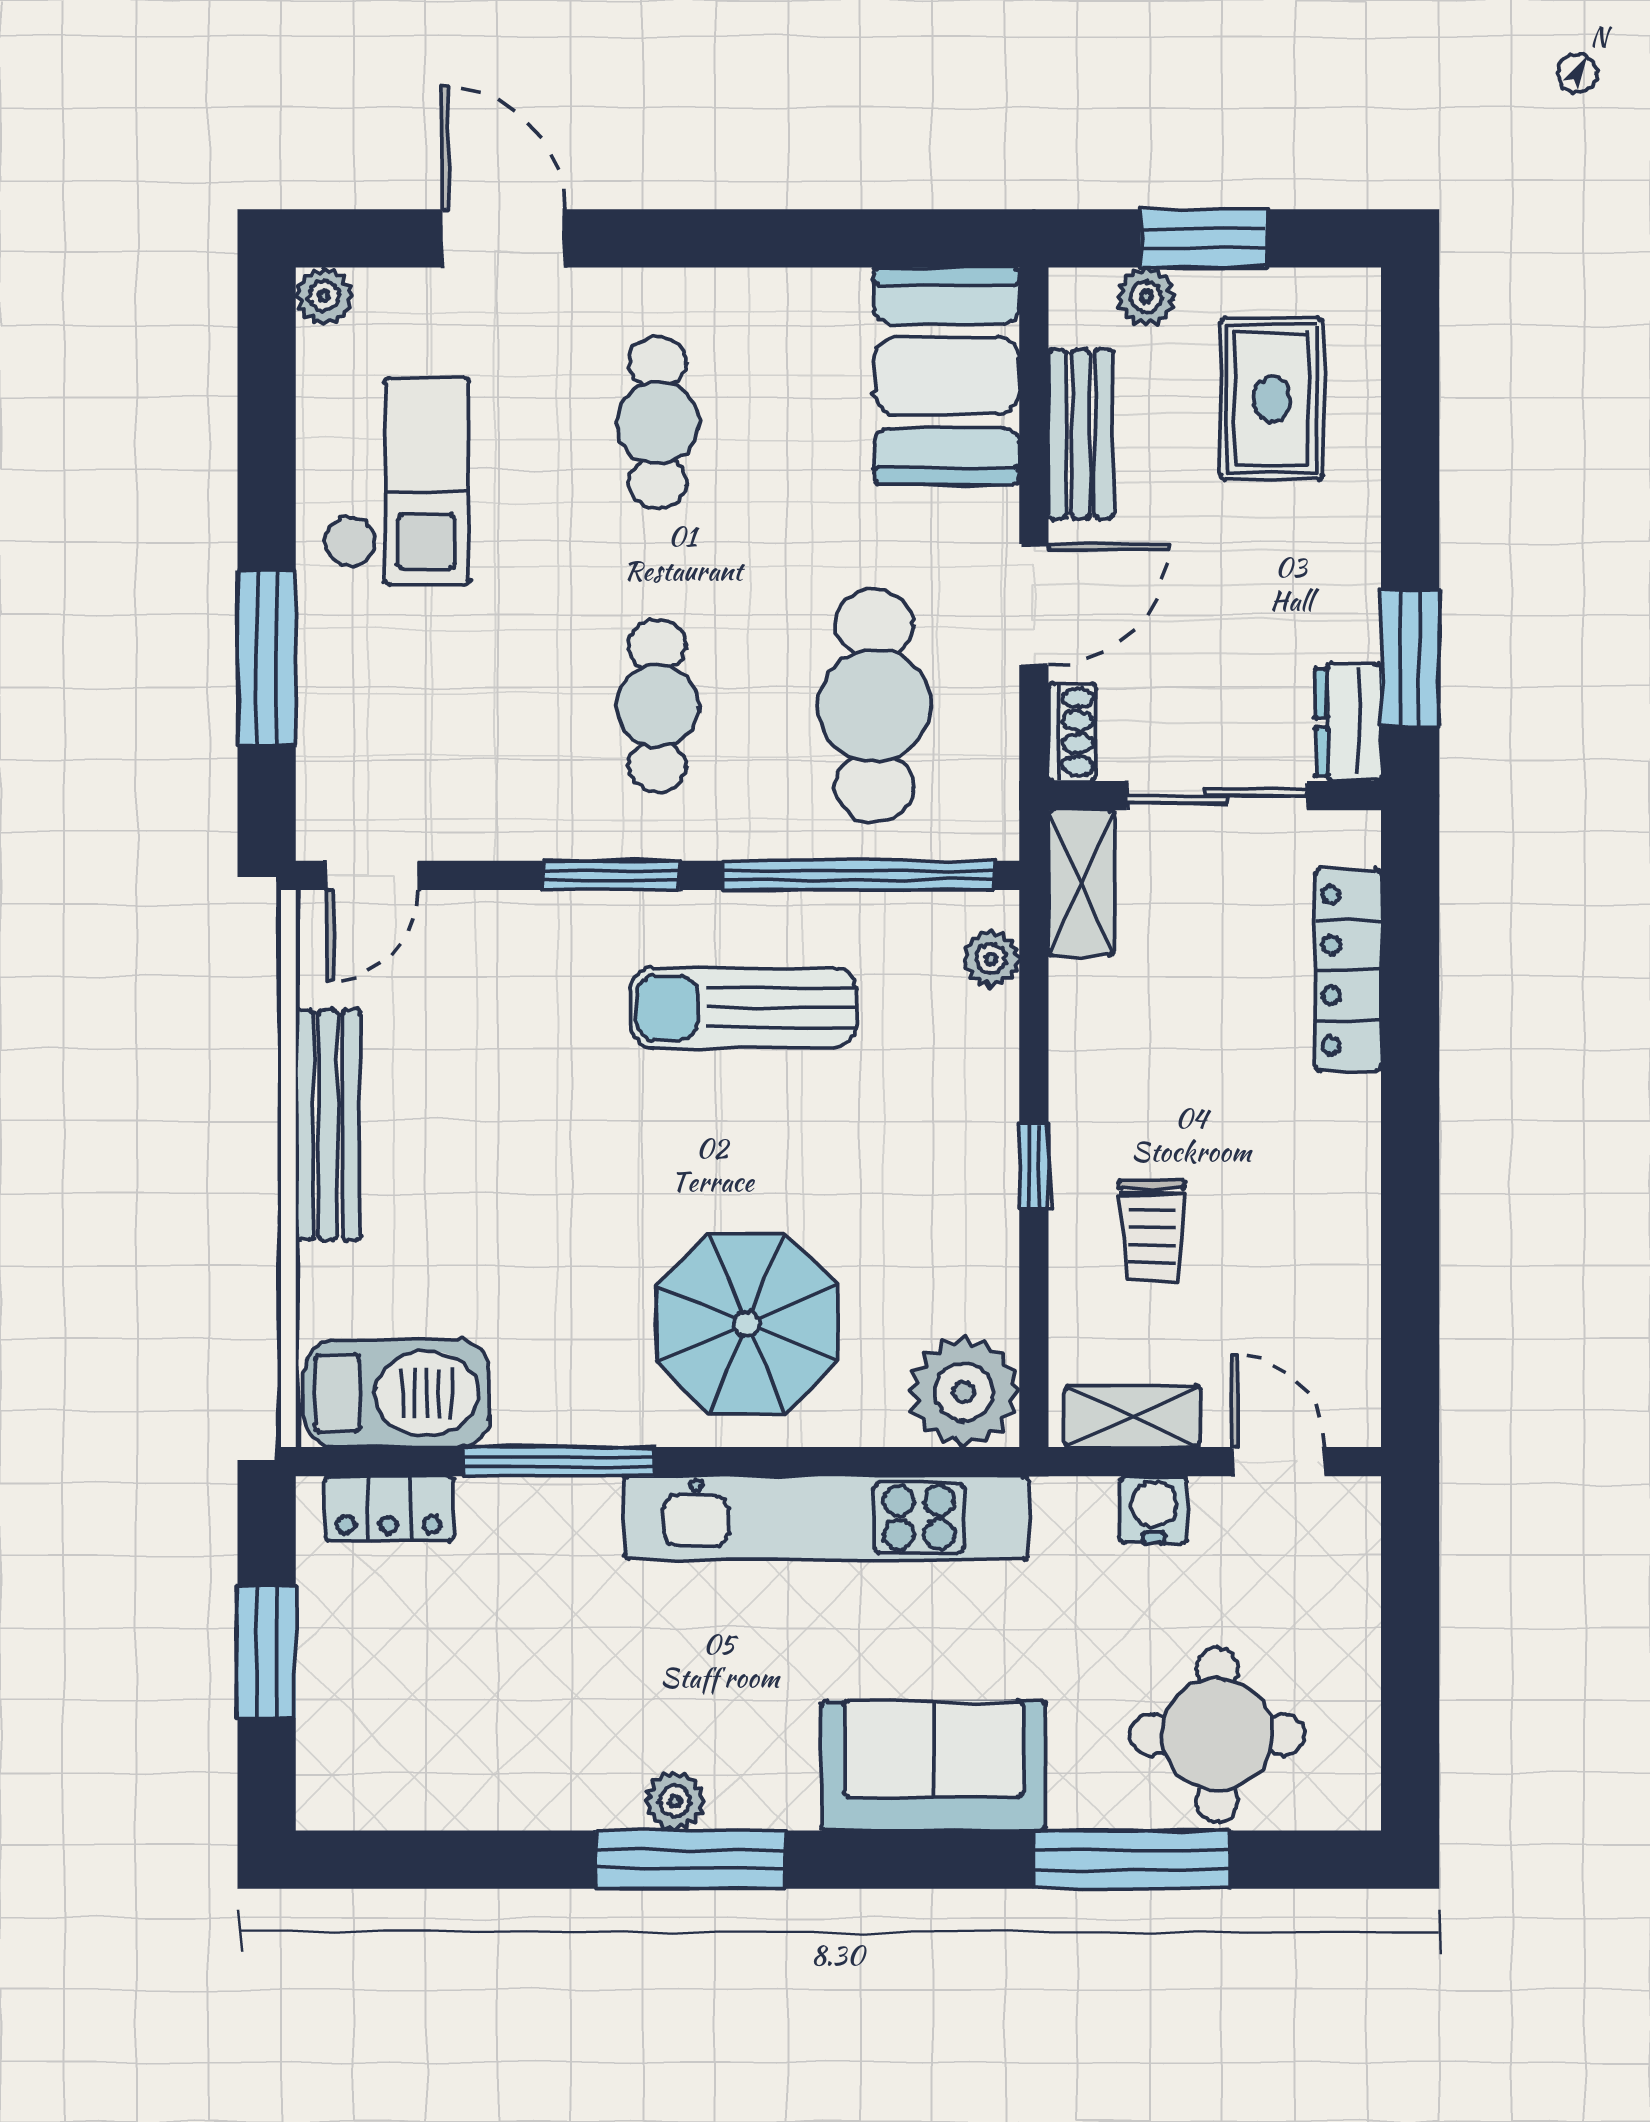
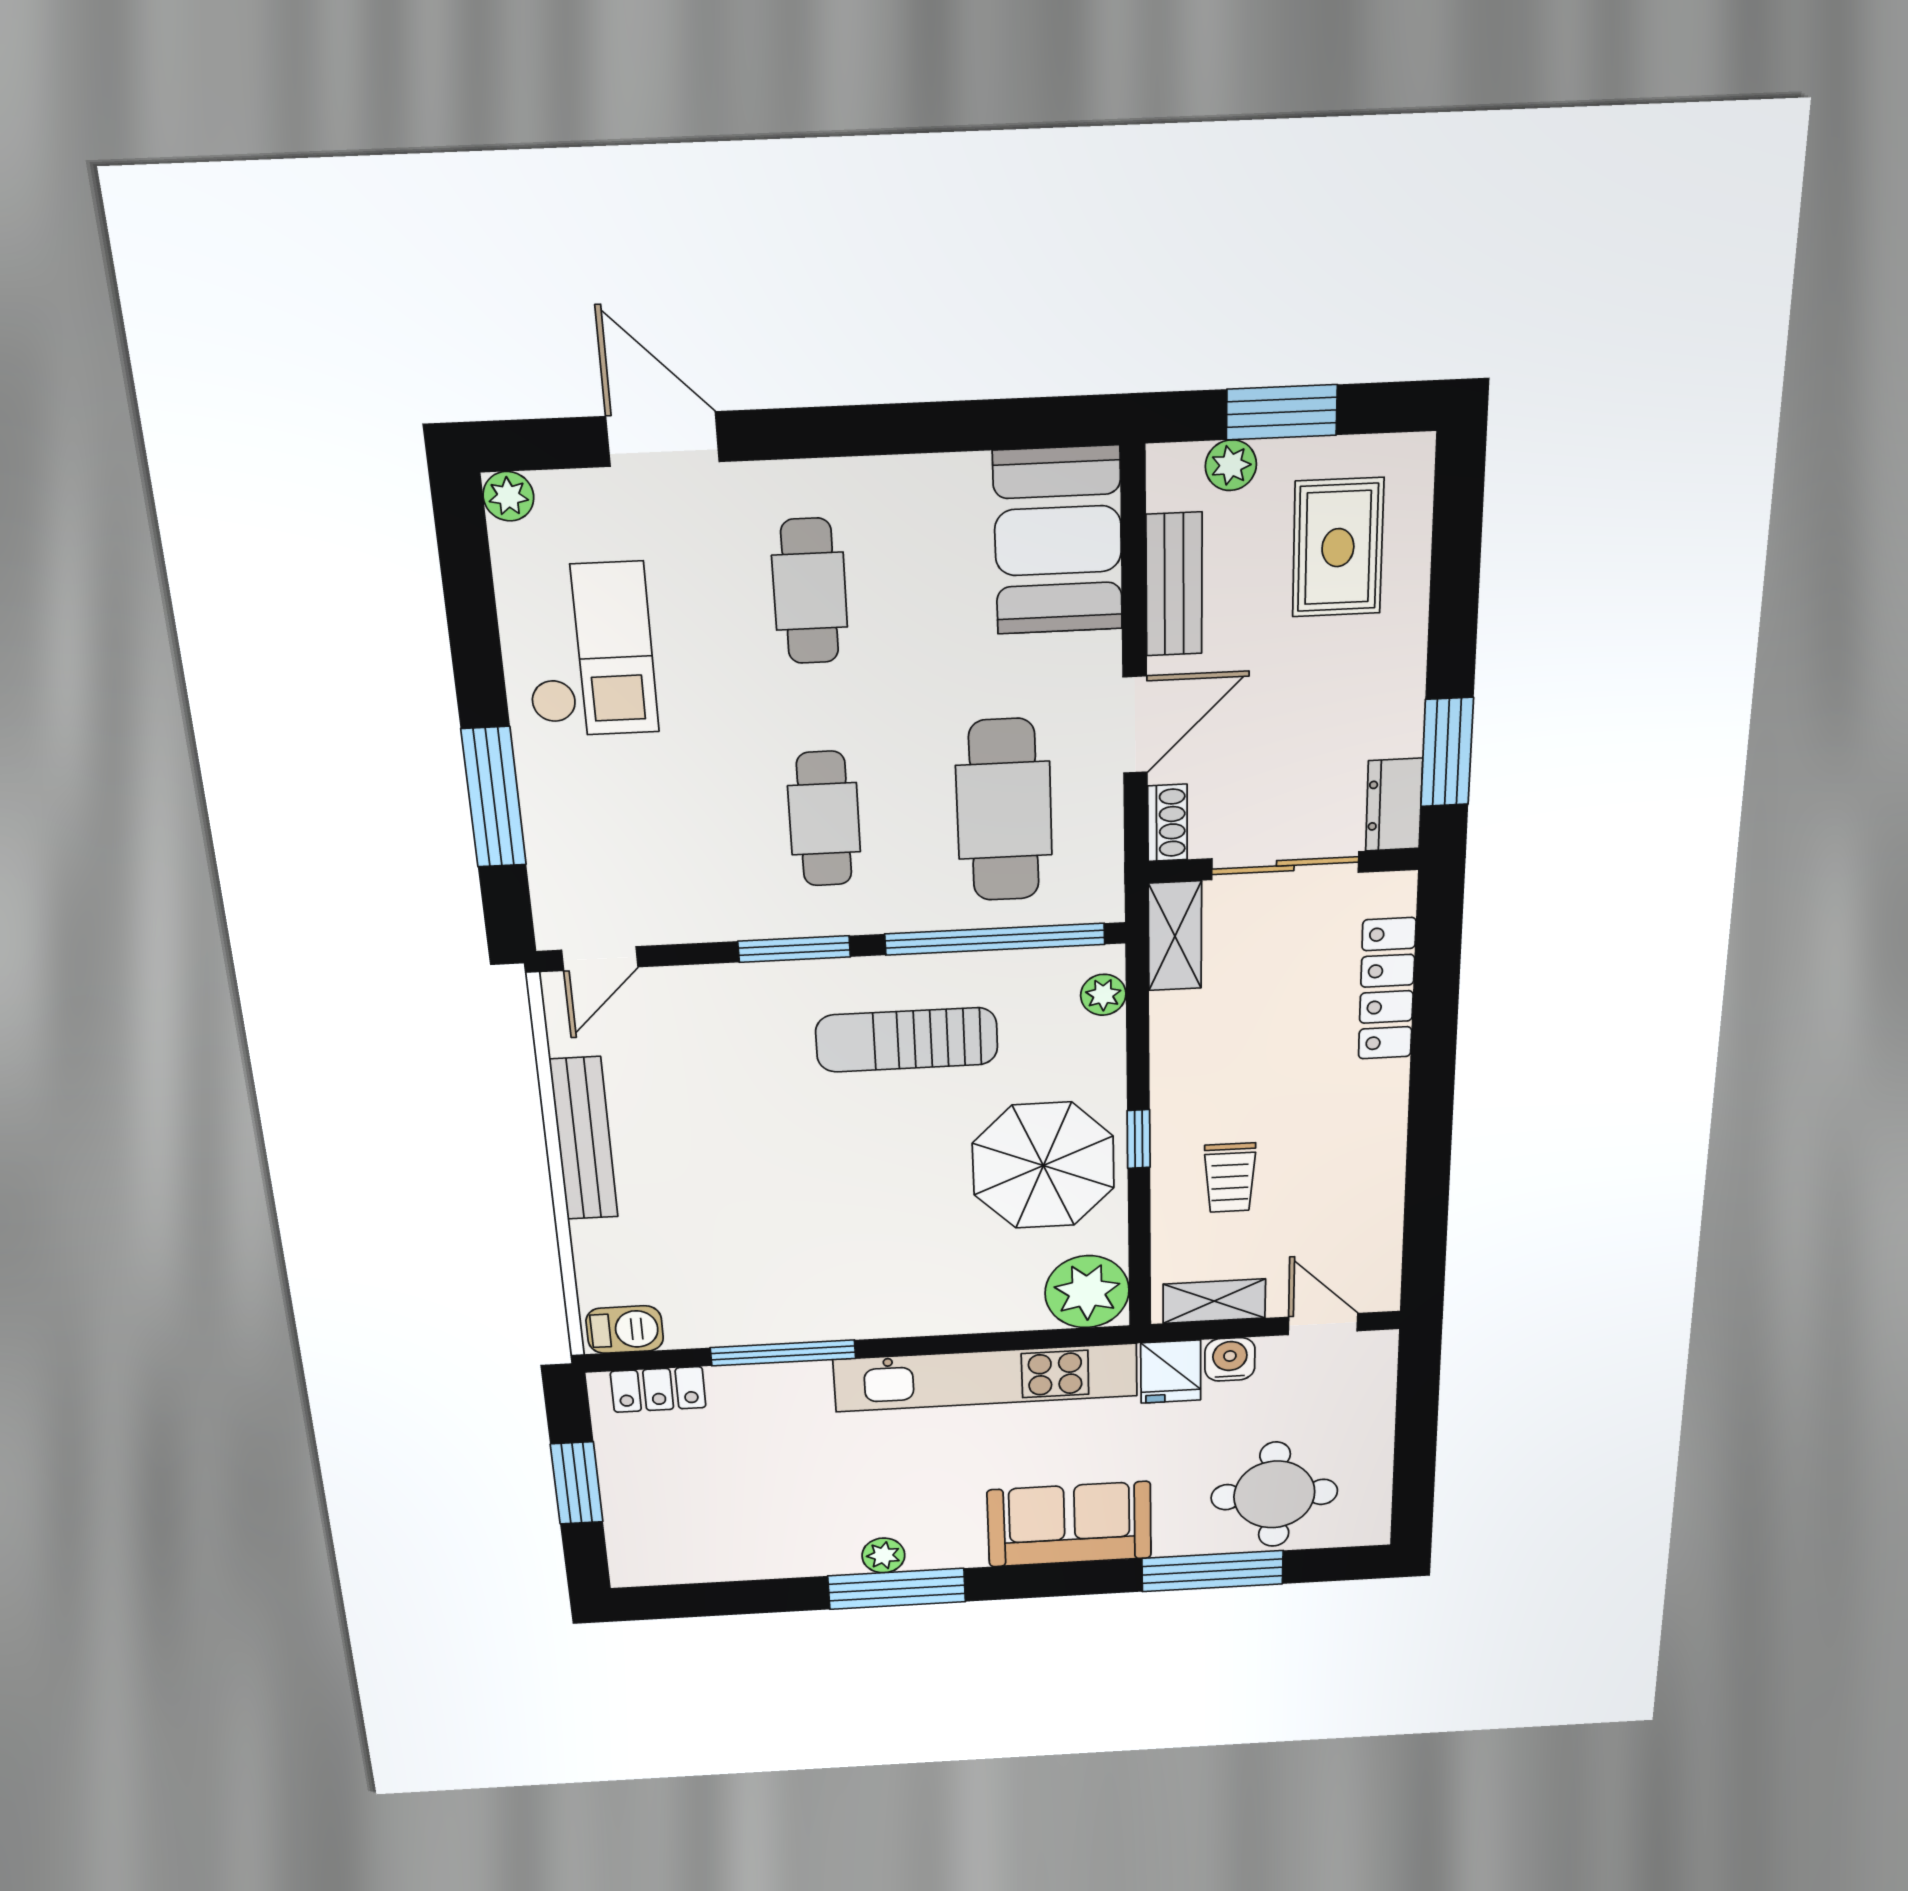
parasol: (747, 1324) -> (1043, 1165), moved
barbecue: (397, 1393) -> (625, 1330), width x0.53, depth x0.65
fridge: (1074, 1524) -> (1171, 1372), added

